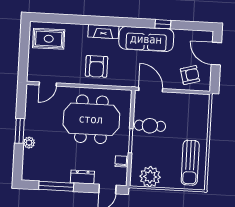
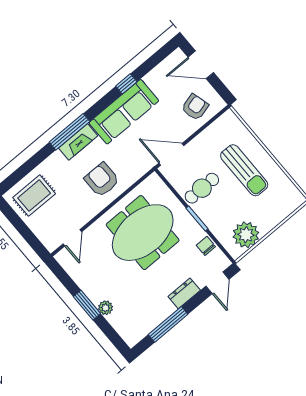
window: (104, 21) -> (69, 132), added
armchair: (97, 66) -> (102, 180), turned 180
sun lounger: (190, 163) -> (244, 170), moved

